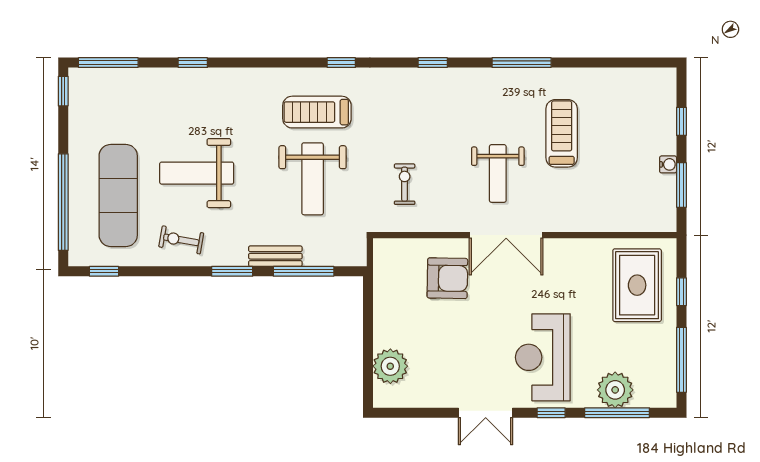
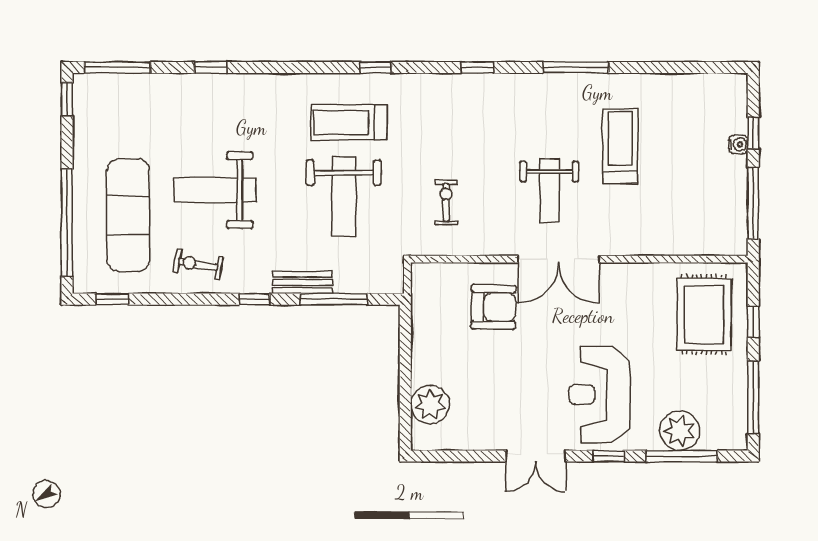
water cooler: (668, 164) -> (738, 144), moved
window: (681, 185) -> (753, 203), width x1.44
window: (232, 271) -> (255, 299), width x0.67

